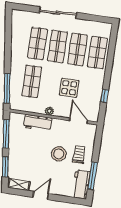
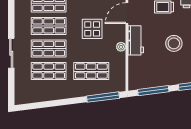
sliding door: (58, 13) -> (11, 53), width x0.73
workbench: (38, 123) -> (136, 40), moved
stool: (59, 154) -> (174, 43), moved

